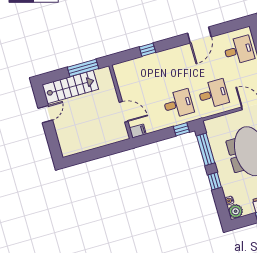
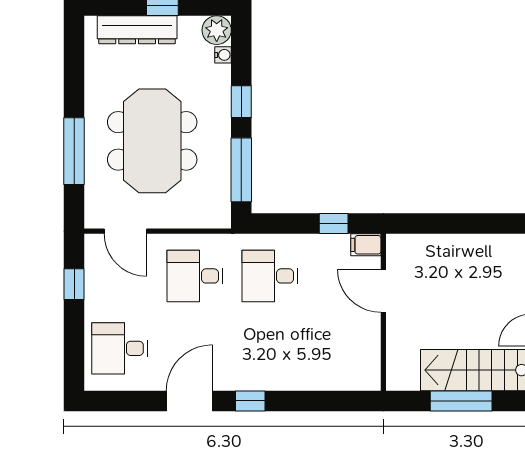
window: (147, 50) -> (250, 401), moved
window: (83, 68) -> (461, 401), moved
window: (181, 129) -> (334, 223), moved

